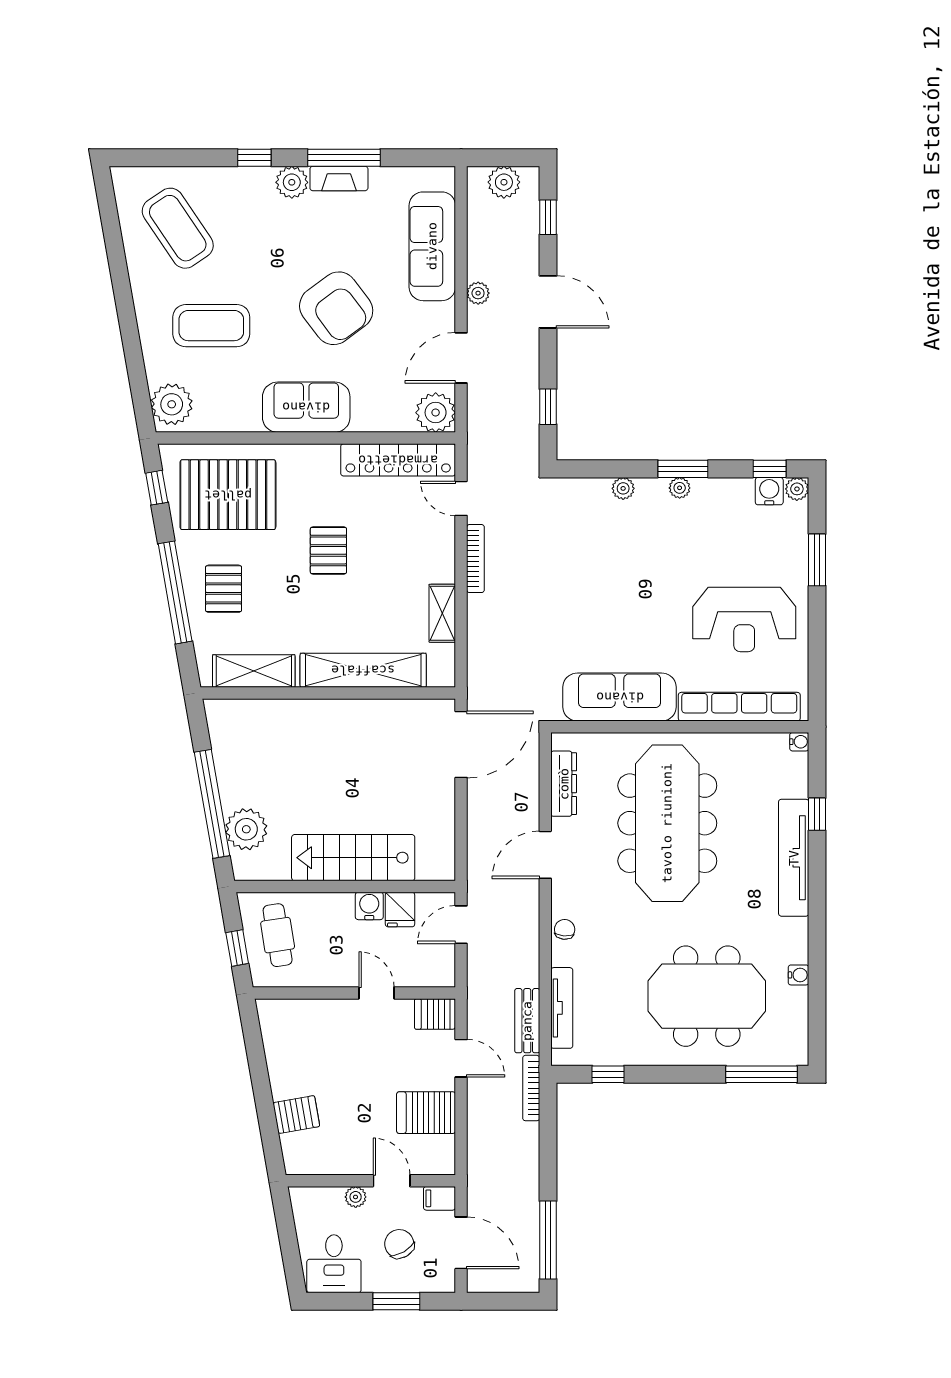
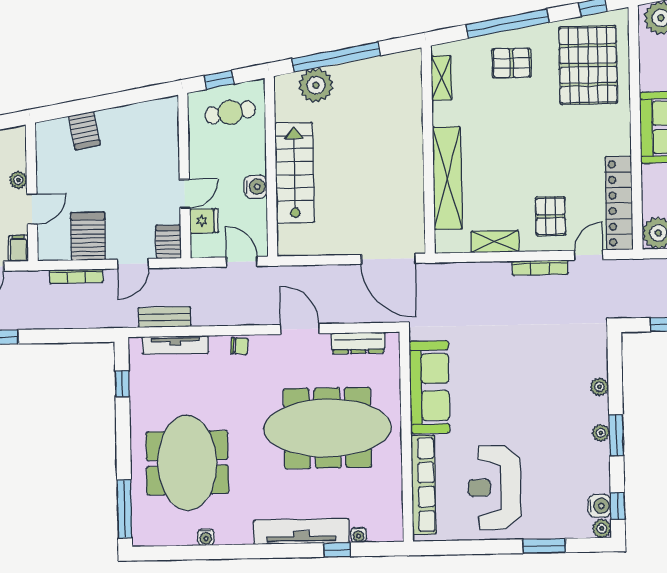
pallet: (328, 550) -> (551, 216), moved, turned 90
shelving: (254, 671) -> (441, 78), width x0.67, depth x0.75
water cooler: (799, 742) -> (359, 535), moved
fridge: (400, 910) -> (204, 221), moved, turned 180
bookcase: (531, 1088) -> (76, 276), moved, turned 180

